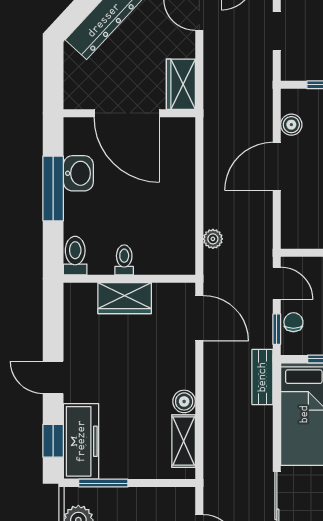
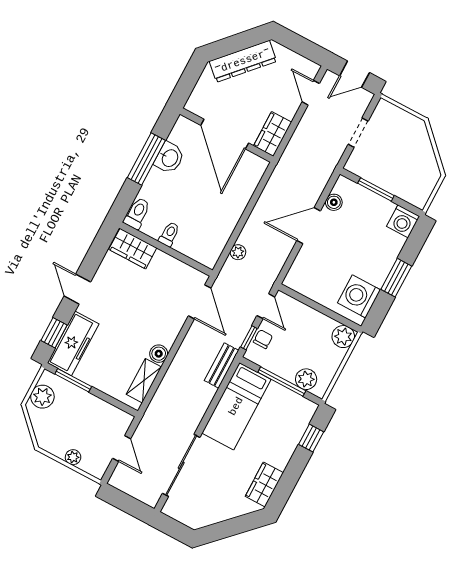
wardrobe: (125, 298) -> (133, 249), moved

